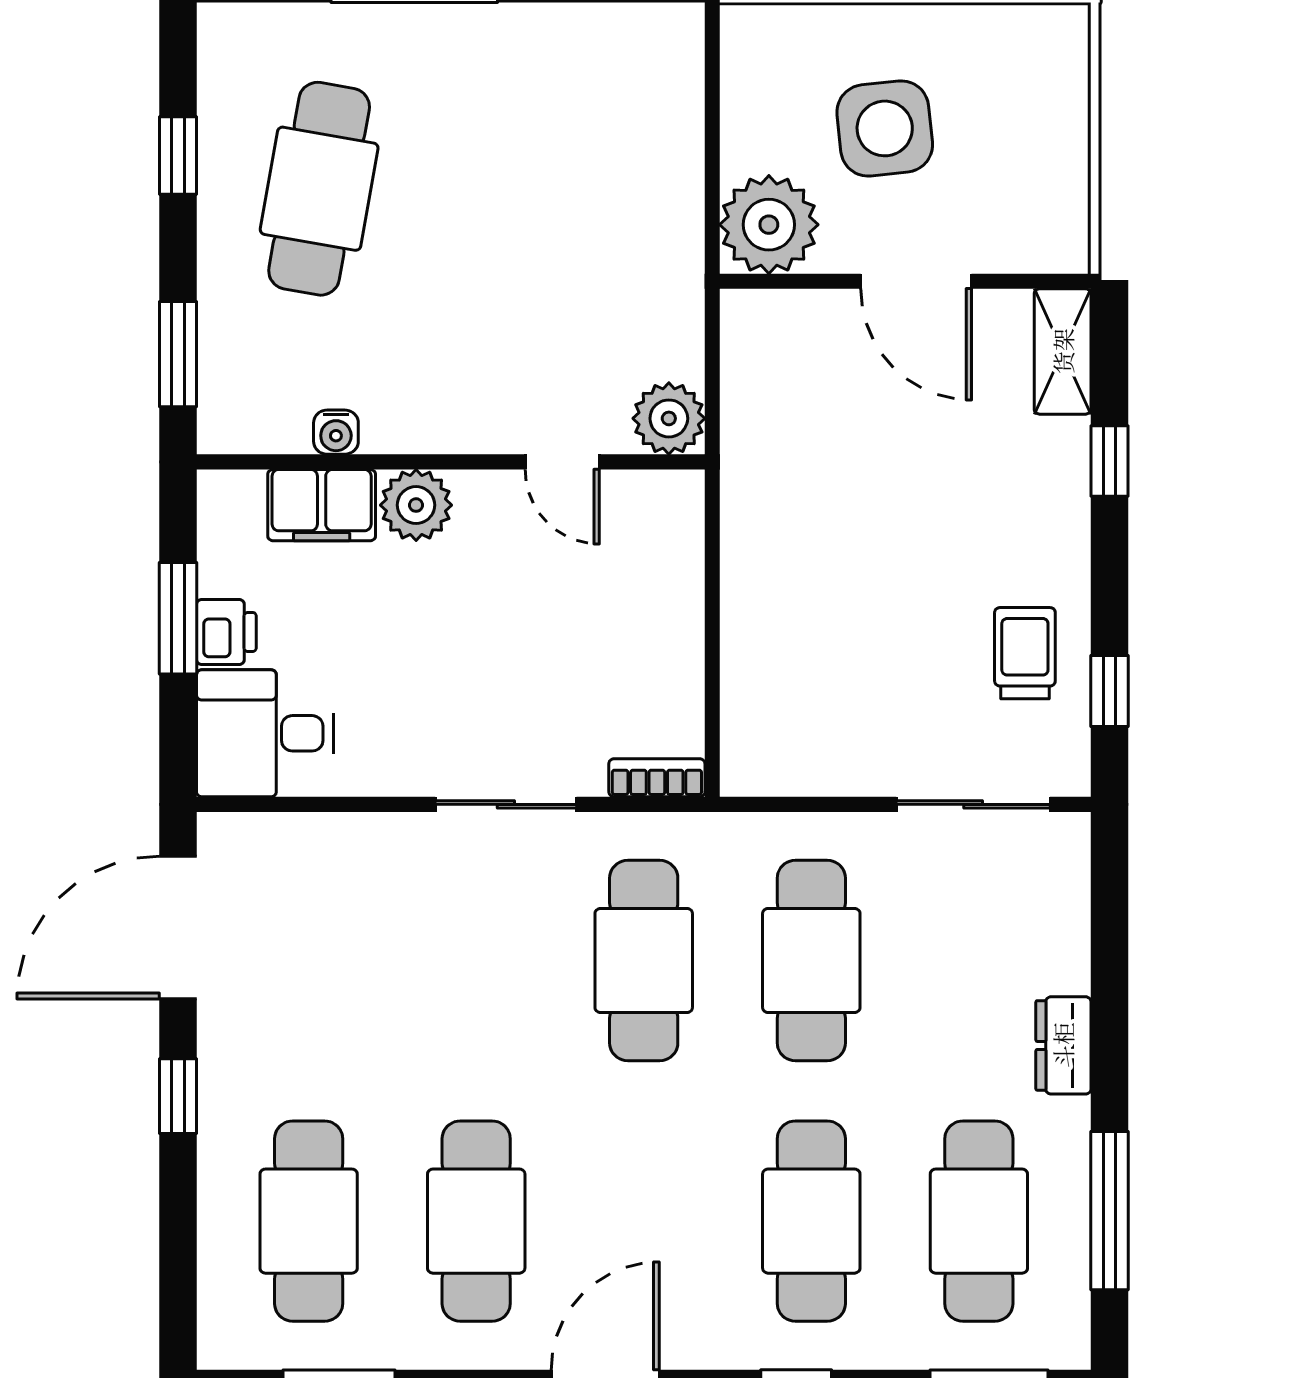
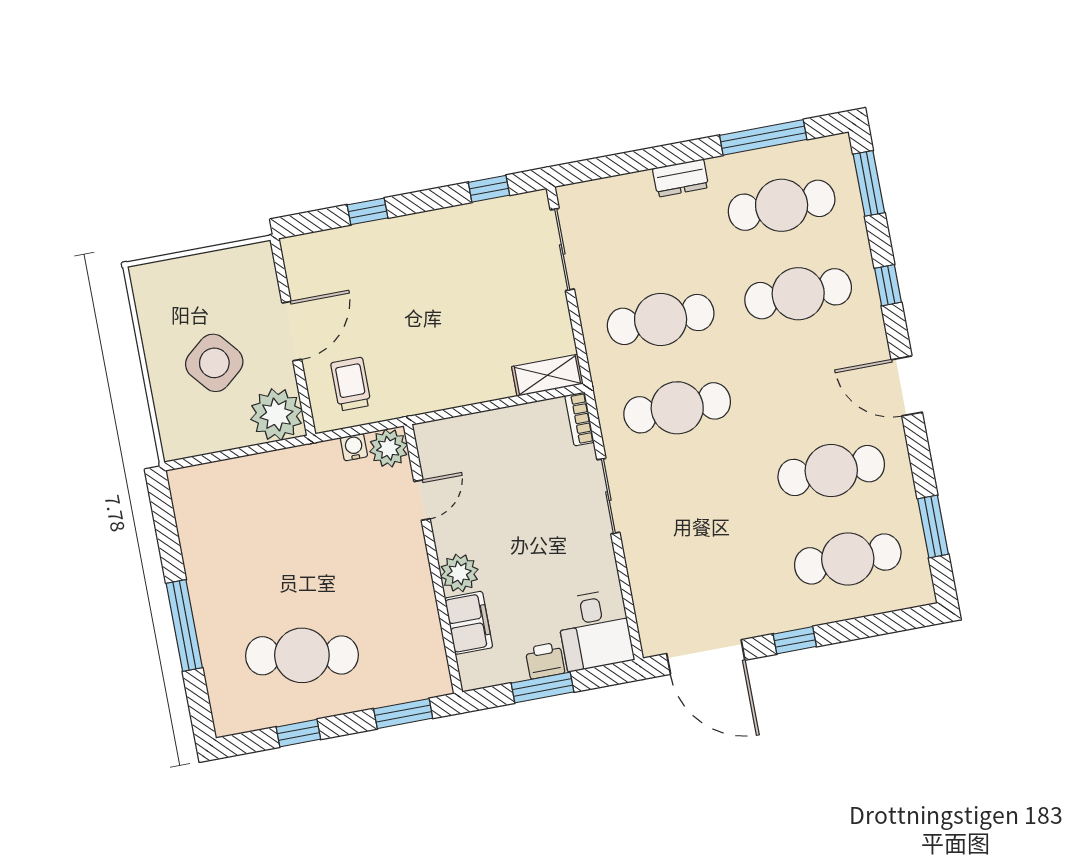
side table: (885, 128) -> (214, 363), turned -34
shelving: (1063, 351) -> (547, 375), moved
water cooler: (336, 432) -> (354, 447), moved, turned -90
trolley: (1025, 653) -> (351, 384), moved, turned 90

